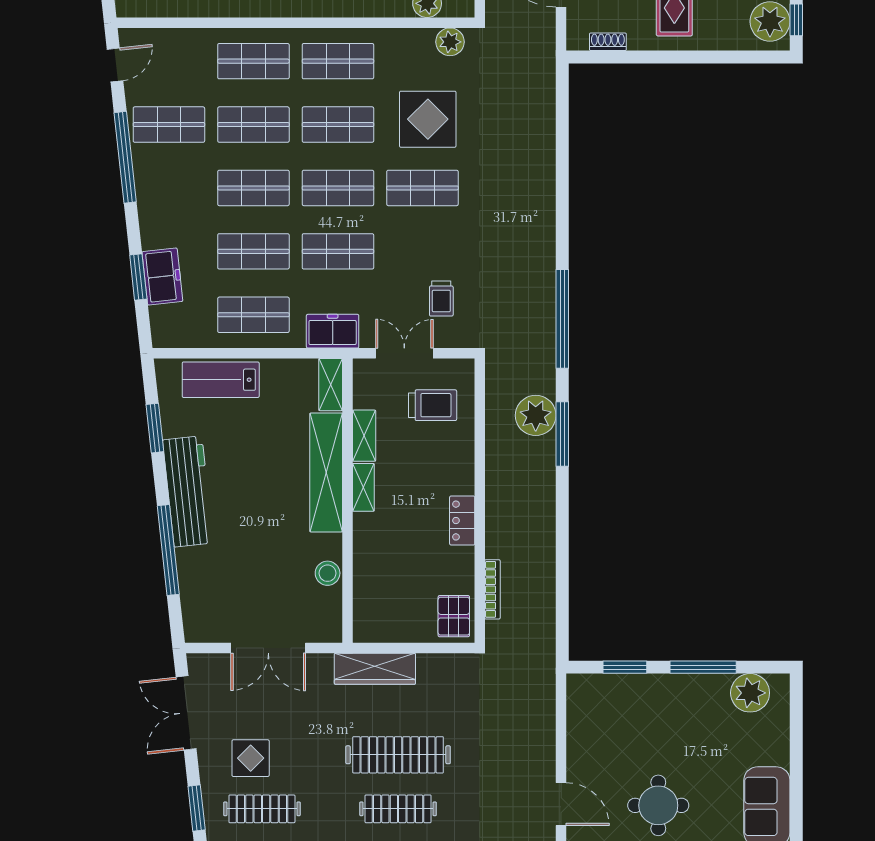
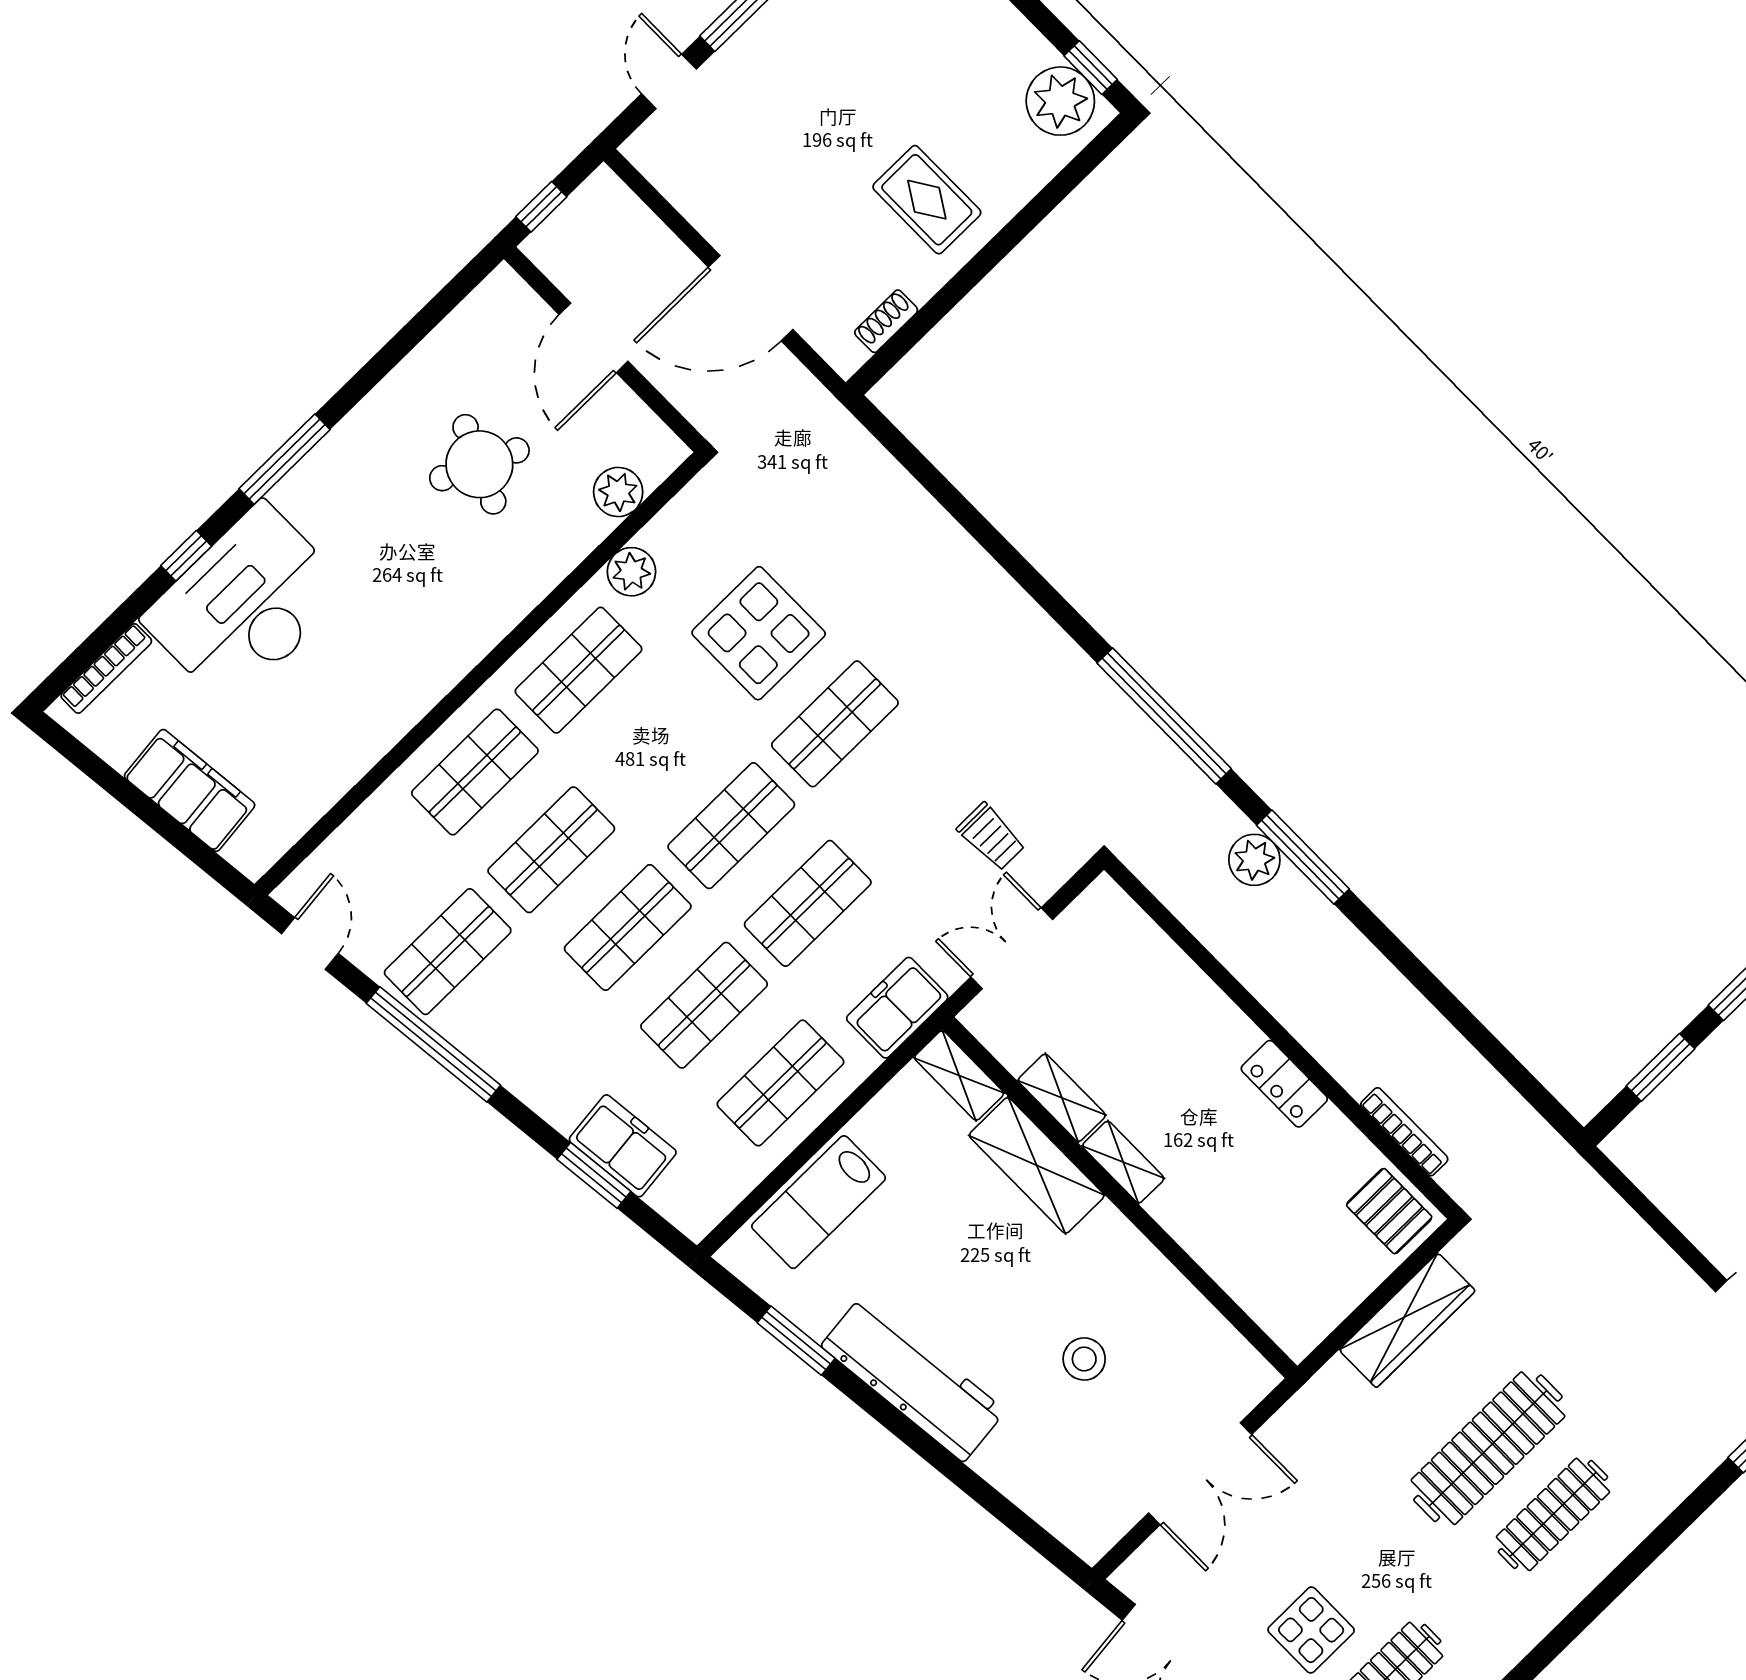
plant: (450, 42) -> (631, 572), moved
shop shelf: (338, 125) -> (655, 748), removed
trolley: (433, 405) -> (1109, 978), removed
plant: (536, 415) -> (1254, 860), width x0.73, depth x0.73
shelving: (326, 472) -> (1037, 1165), width x0.68
window: (168, 550) -> (959, 1474), removed
stool: (328, 573) -> (1084, 1359), moved
wardrobe: (375, 669) -> (1407, 1320), moved

